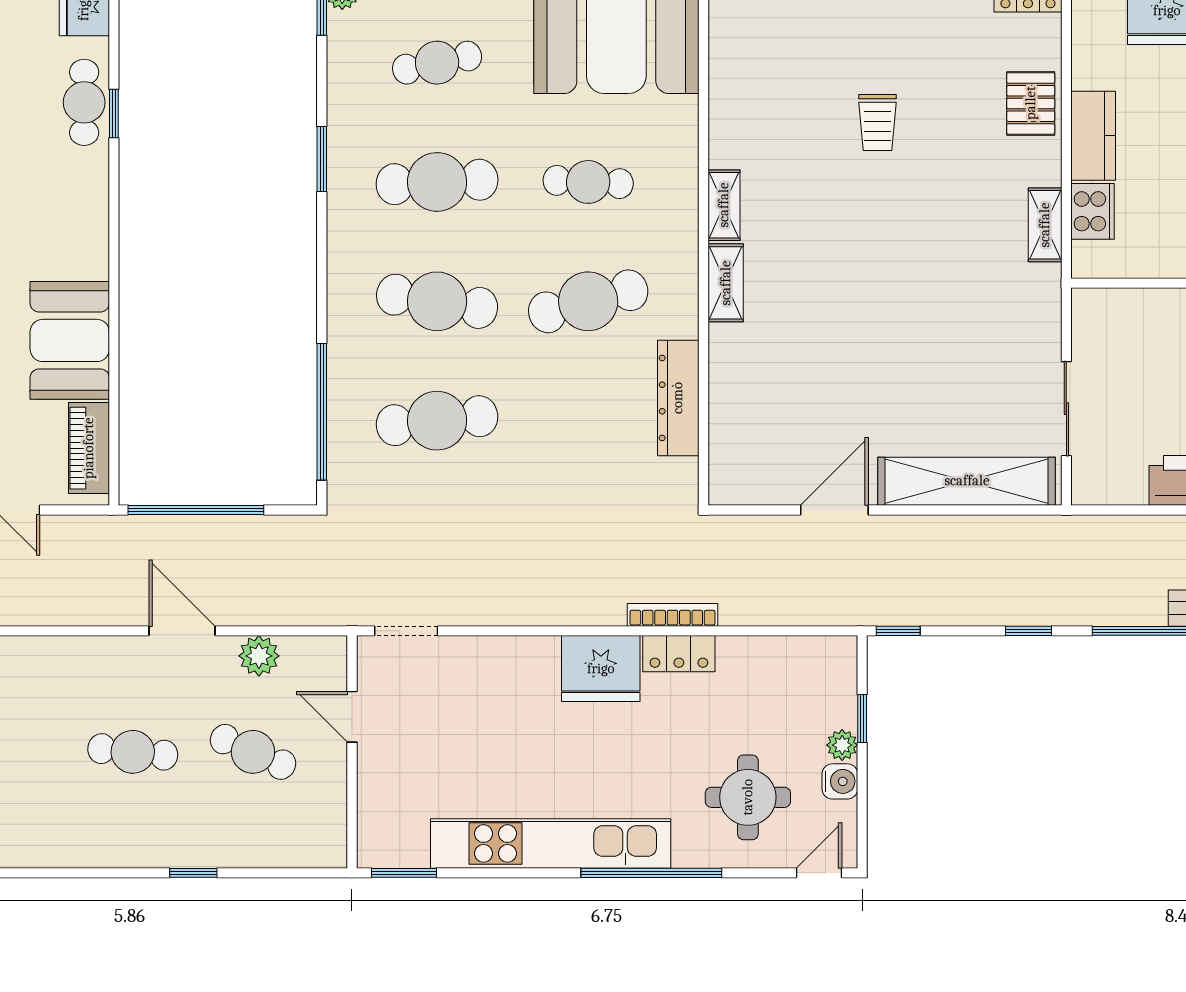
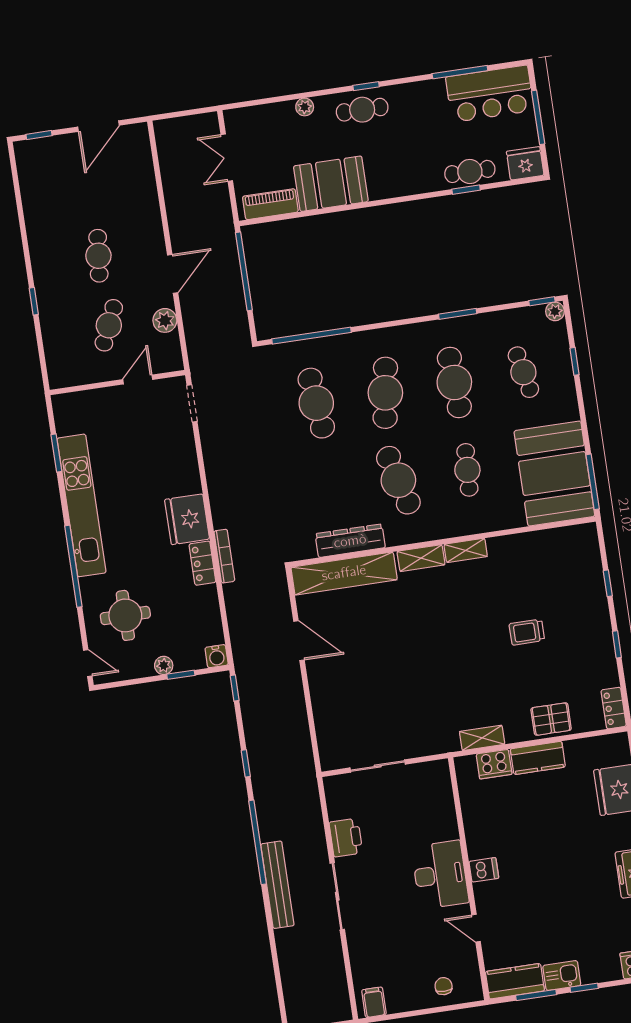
shelving: (967, 481) -> (344, 573), moved, turned 90
water cooler: (840, 781) -> (217, 656), moved
window: (404, 873) -> (56, 453), moved

